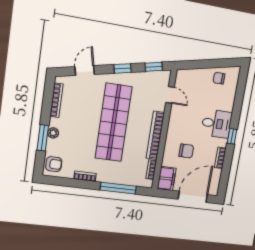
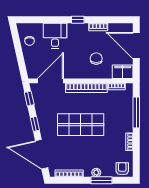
door: (85, 70) -> (42, 154), width x1.88
door: (170, 95) -> (50, 81), width x1.87
shop shelf: (114, 123) -> (81, 125), width x0.71
desk: (217, 124) -> (55, 36), moved

